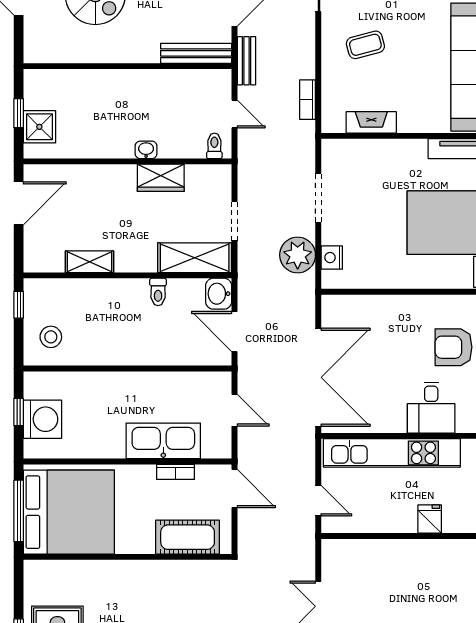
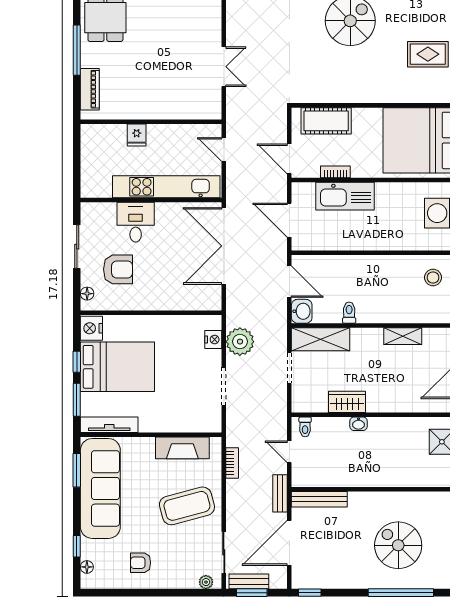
coffee table: (365, 45) -> (187, 506), width x1.86, depth x1.72
fireplace: (371, 122) -> (182, 448), width x1.37, depth x1.32
door: (235, 410) -> (289, 220), width x1.38

